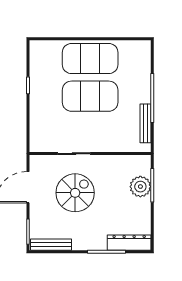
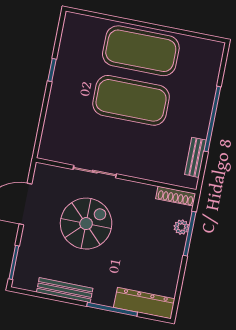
bench: (145, 123) -> (195, 157), width x0.73
shoe rack: (137, 160) -> (176, 196), added
plant: (140, 187) -> (181, 227), width x0.53, depth x0.53
bench: (51, 245) -> (65, 290), moved

